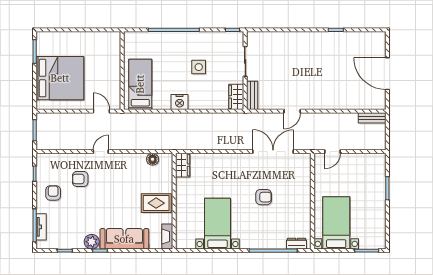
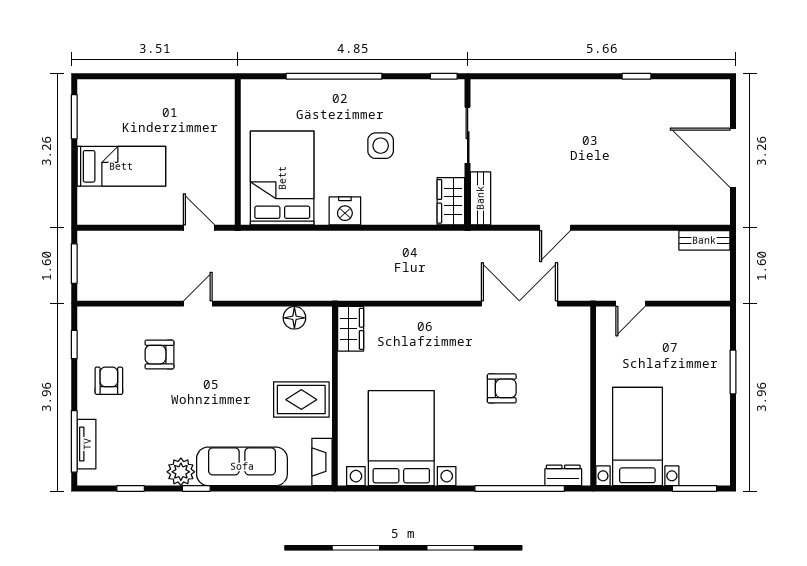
bed: (60, 78) -> (121, 166), width x0.49
bed: (140, 84) -> (282, 178), width x1.50
bed with nightstands: (218, 224) -> (401, 438), width x1.36

